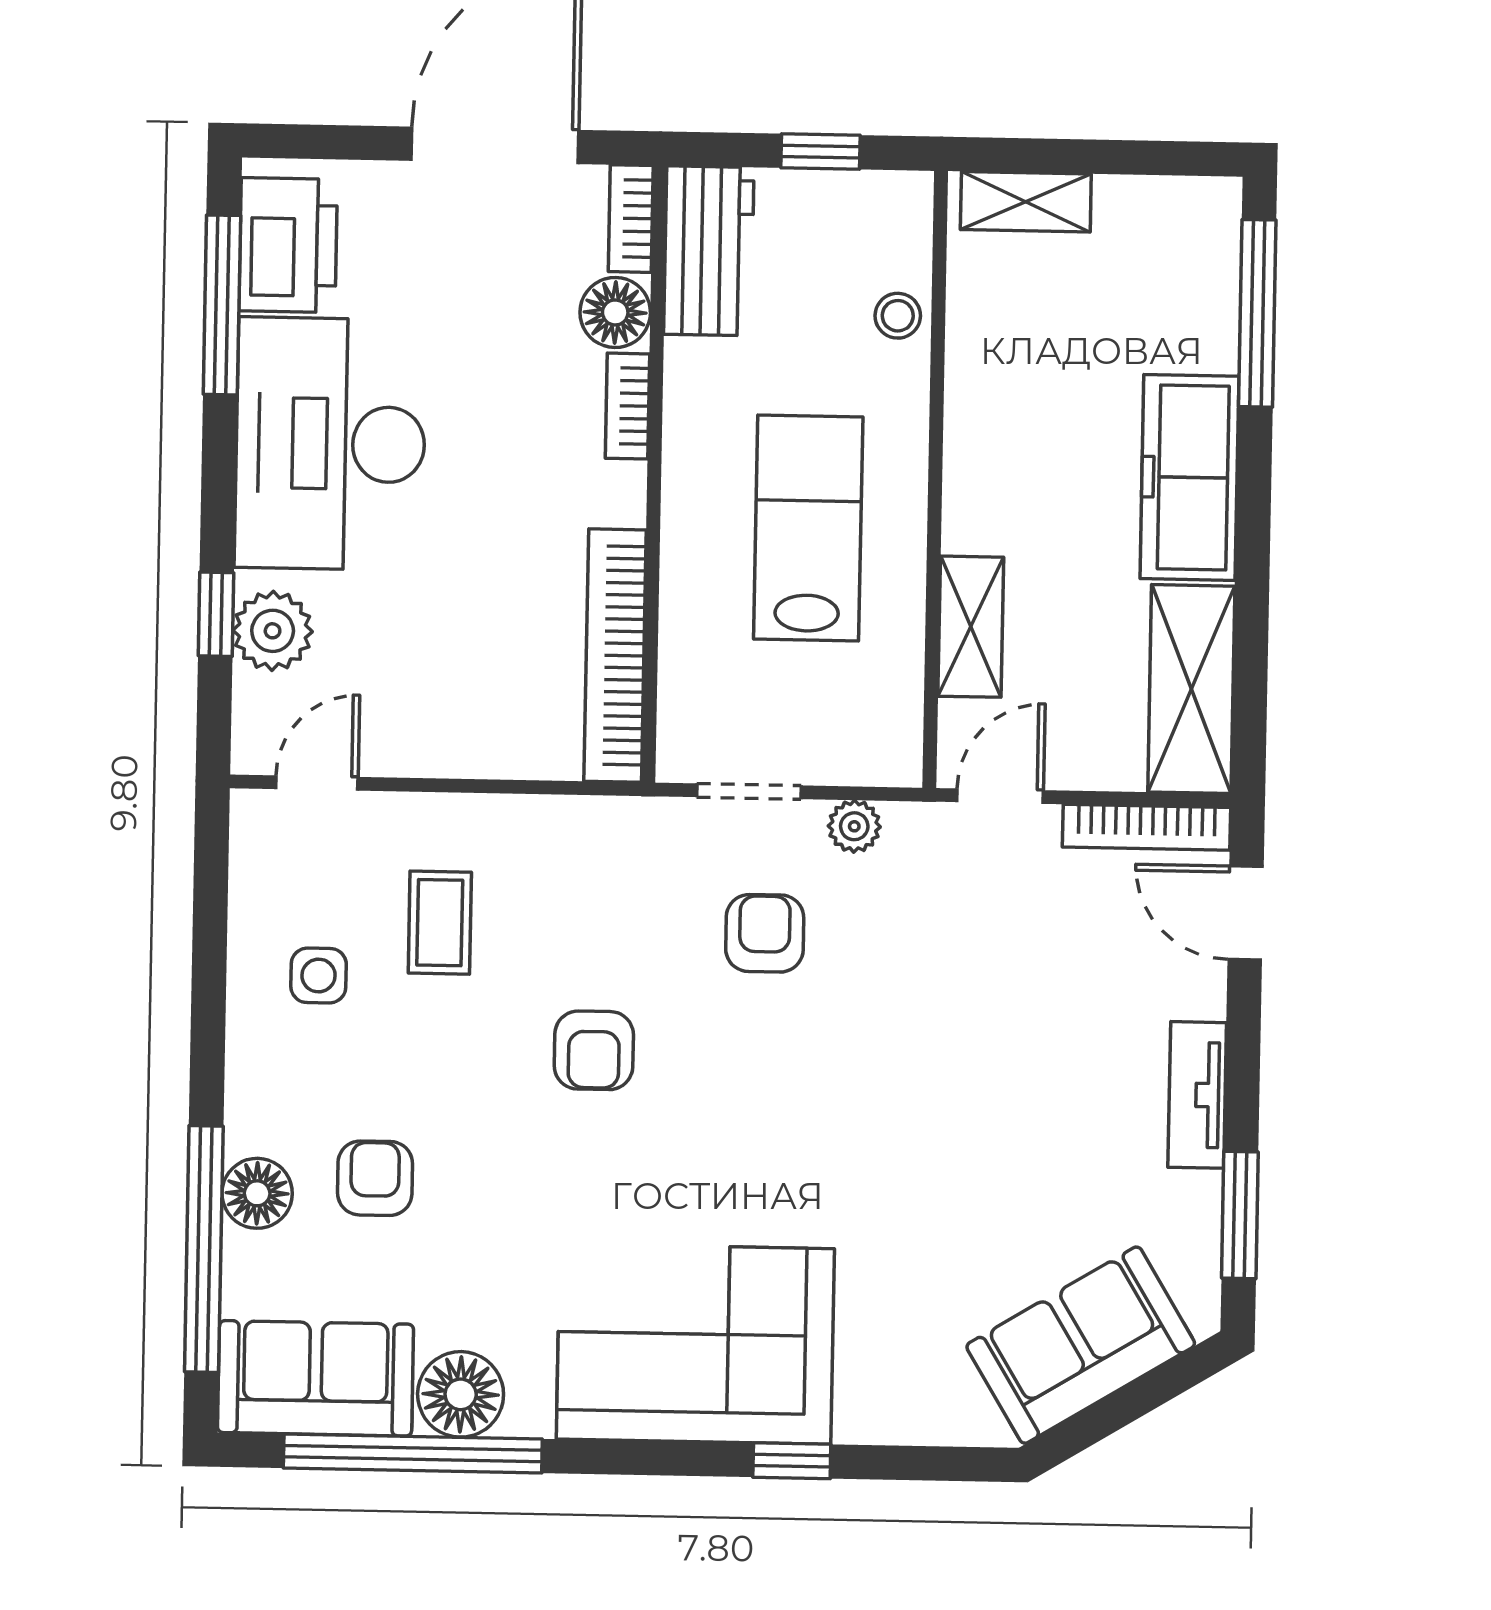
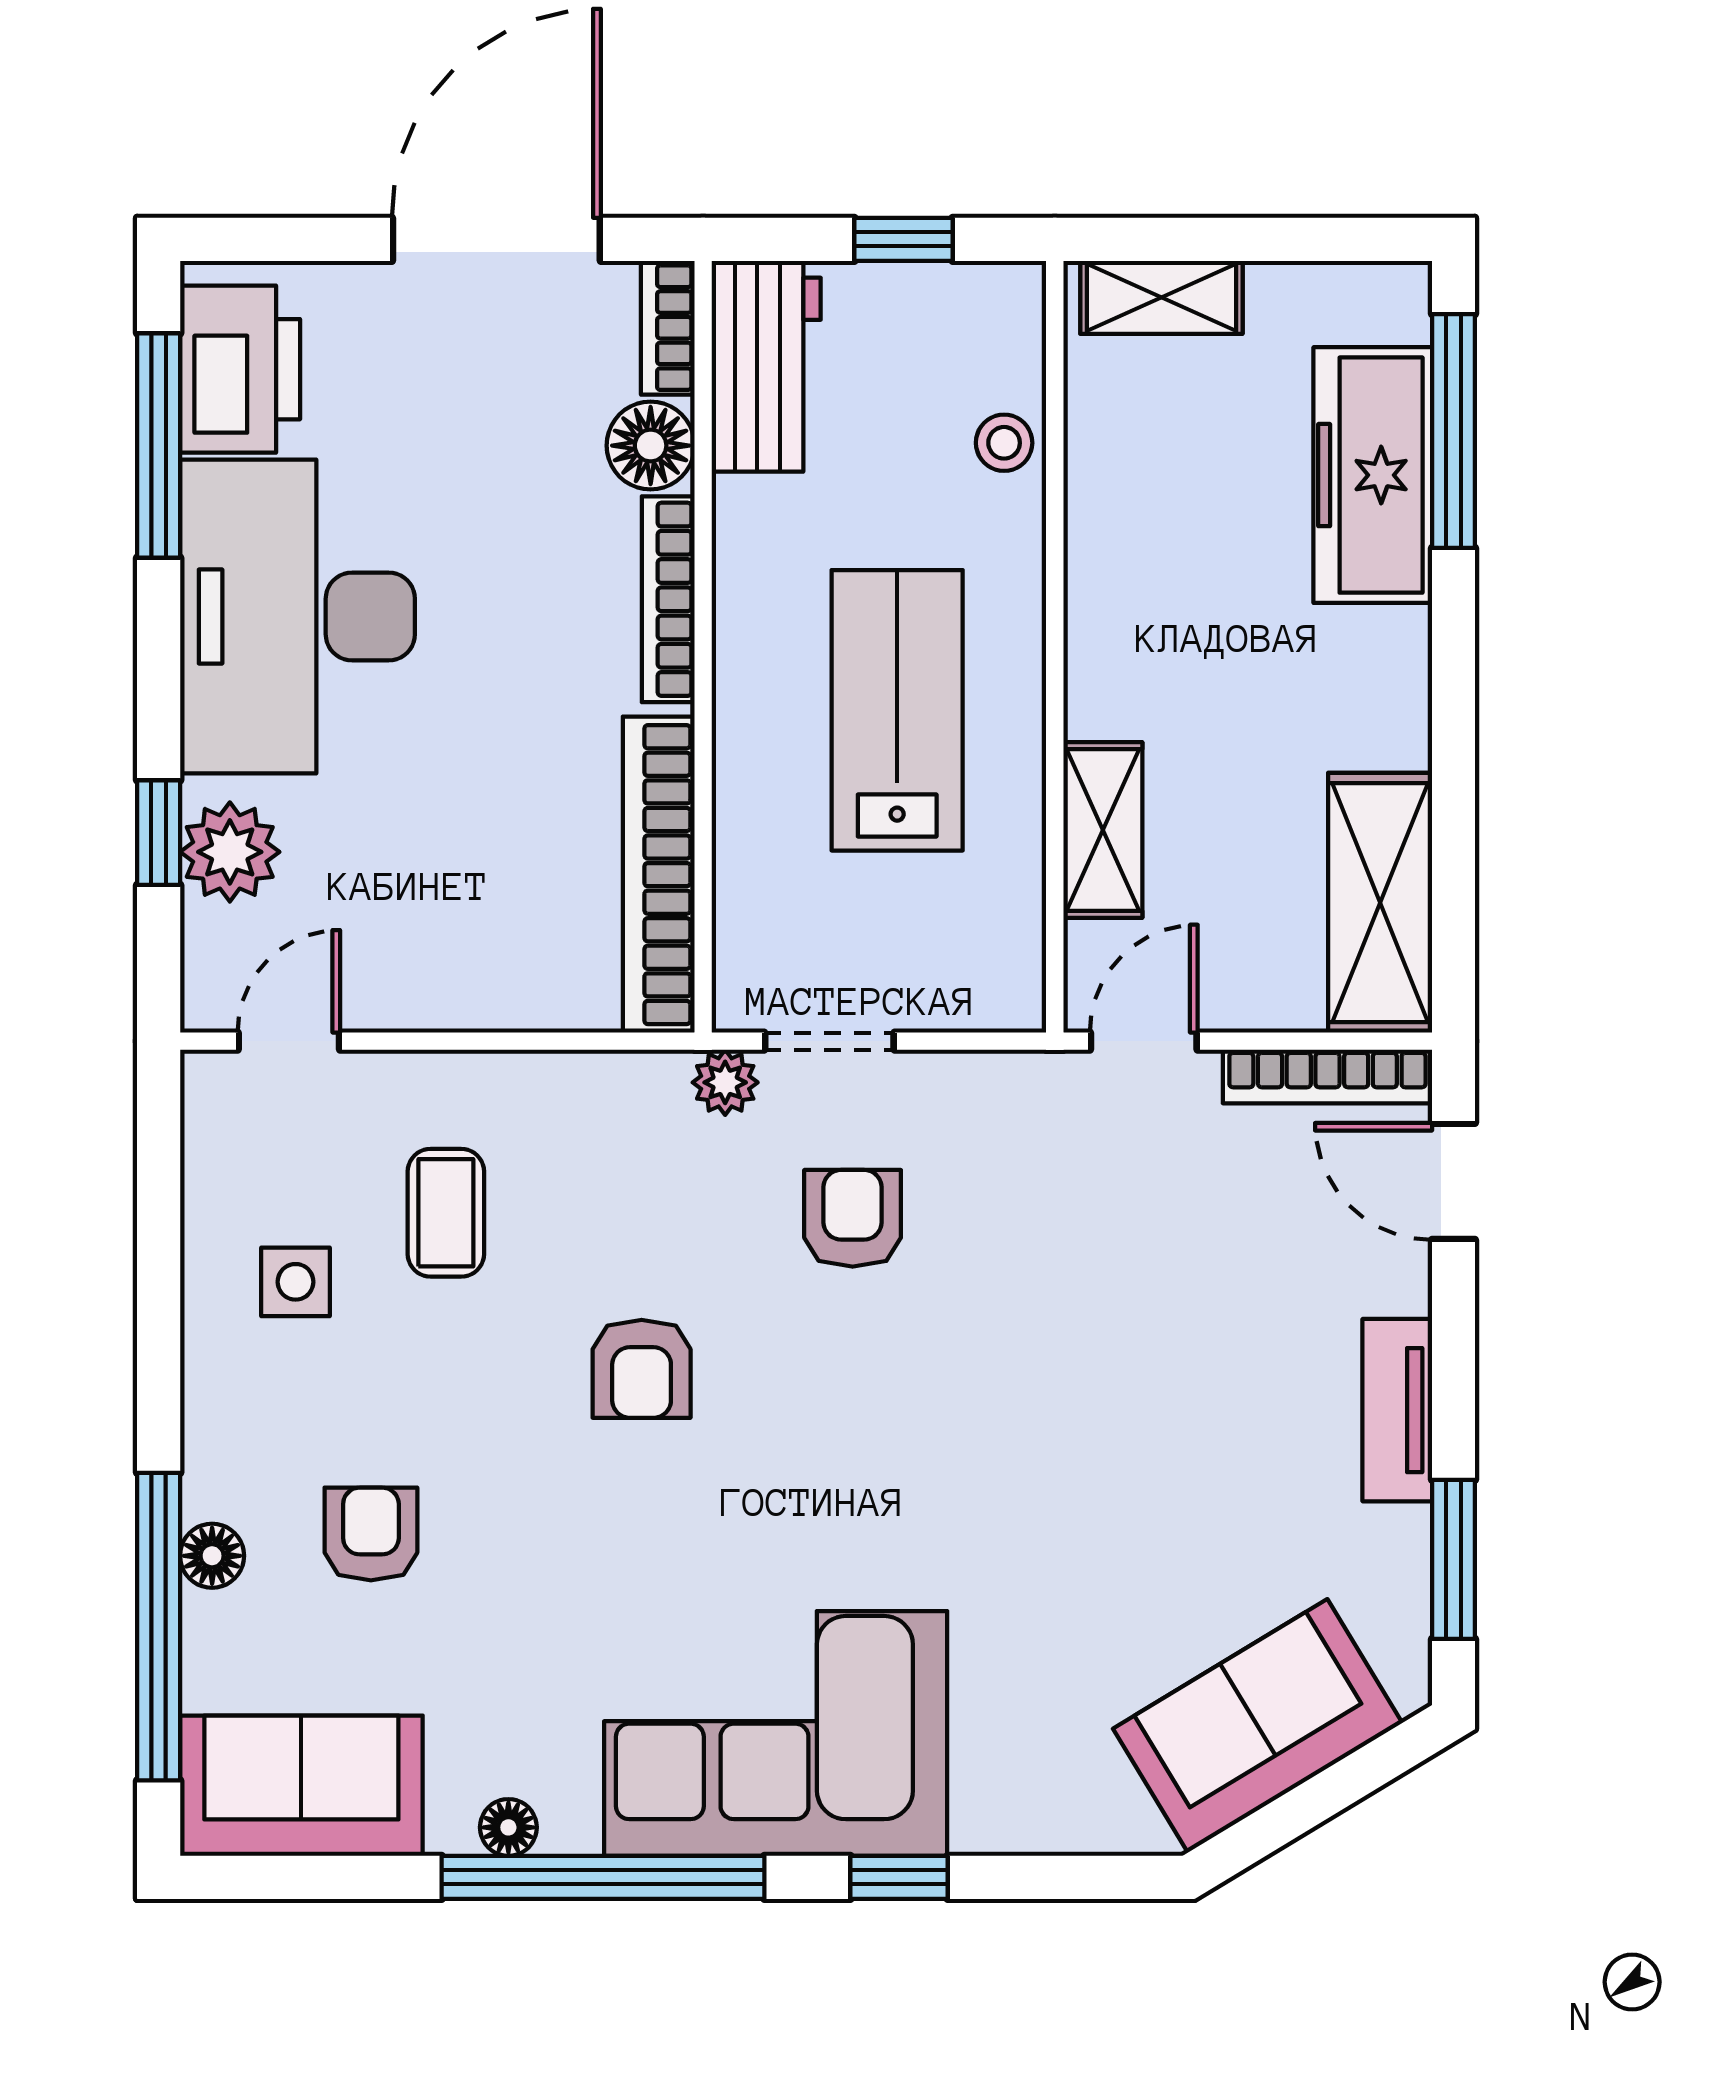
bookcase: (627, 406) -> (668, 599), width x1.56
freezer: (1189, 477) -> (1373, 475), moved
plant: (854, 826) -> (725, 1082), moved
floor lamp: (257, 1193) -> (212, 1556), width x0.73, depth x0.73
floor lamp: (461, 1394) -> (508, 1827), width x0.53, depth x0.53
window: (413, 1453) -> (603, 1877), moved

